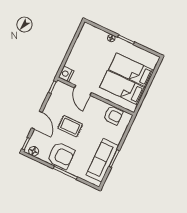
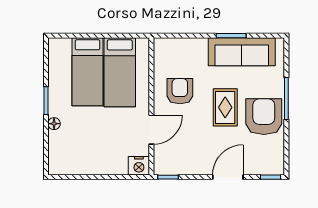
armchair: (113, 115) -> (180, 91), moved
rug: (70, 126) -> (225, 107), moved
floor lamp: (34, 151) -> (276, 160), removed

